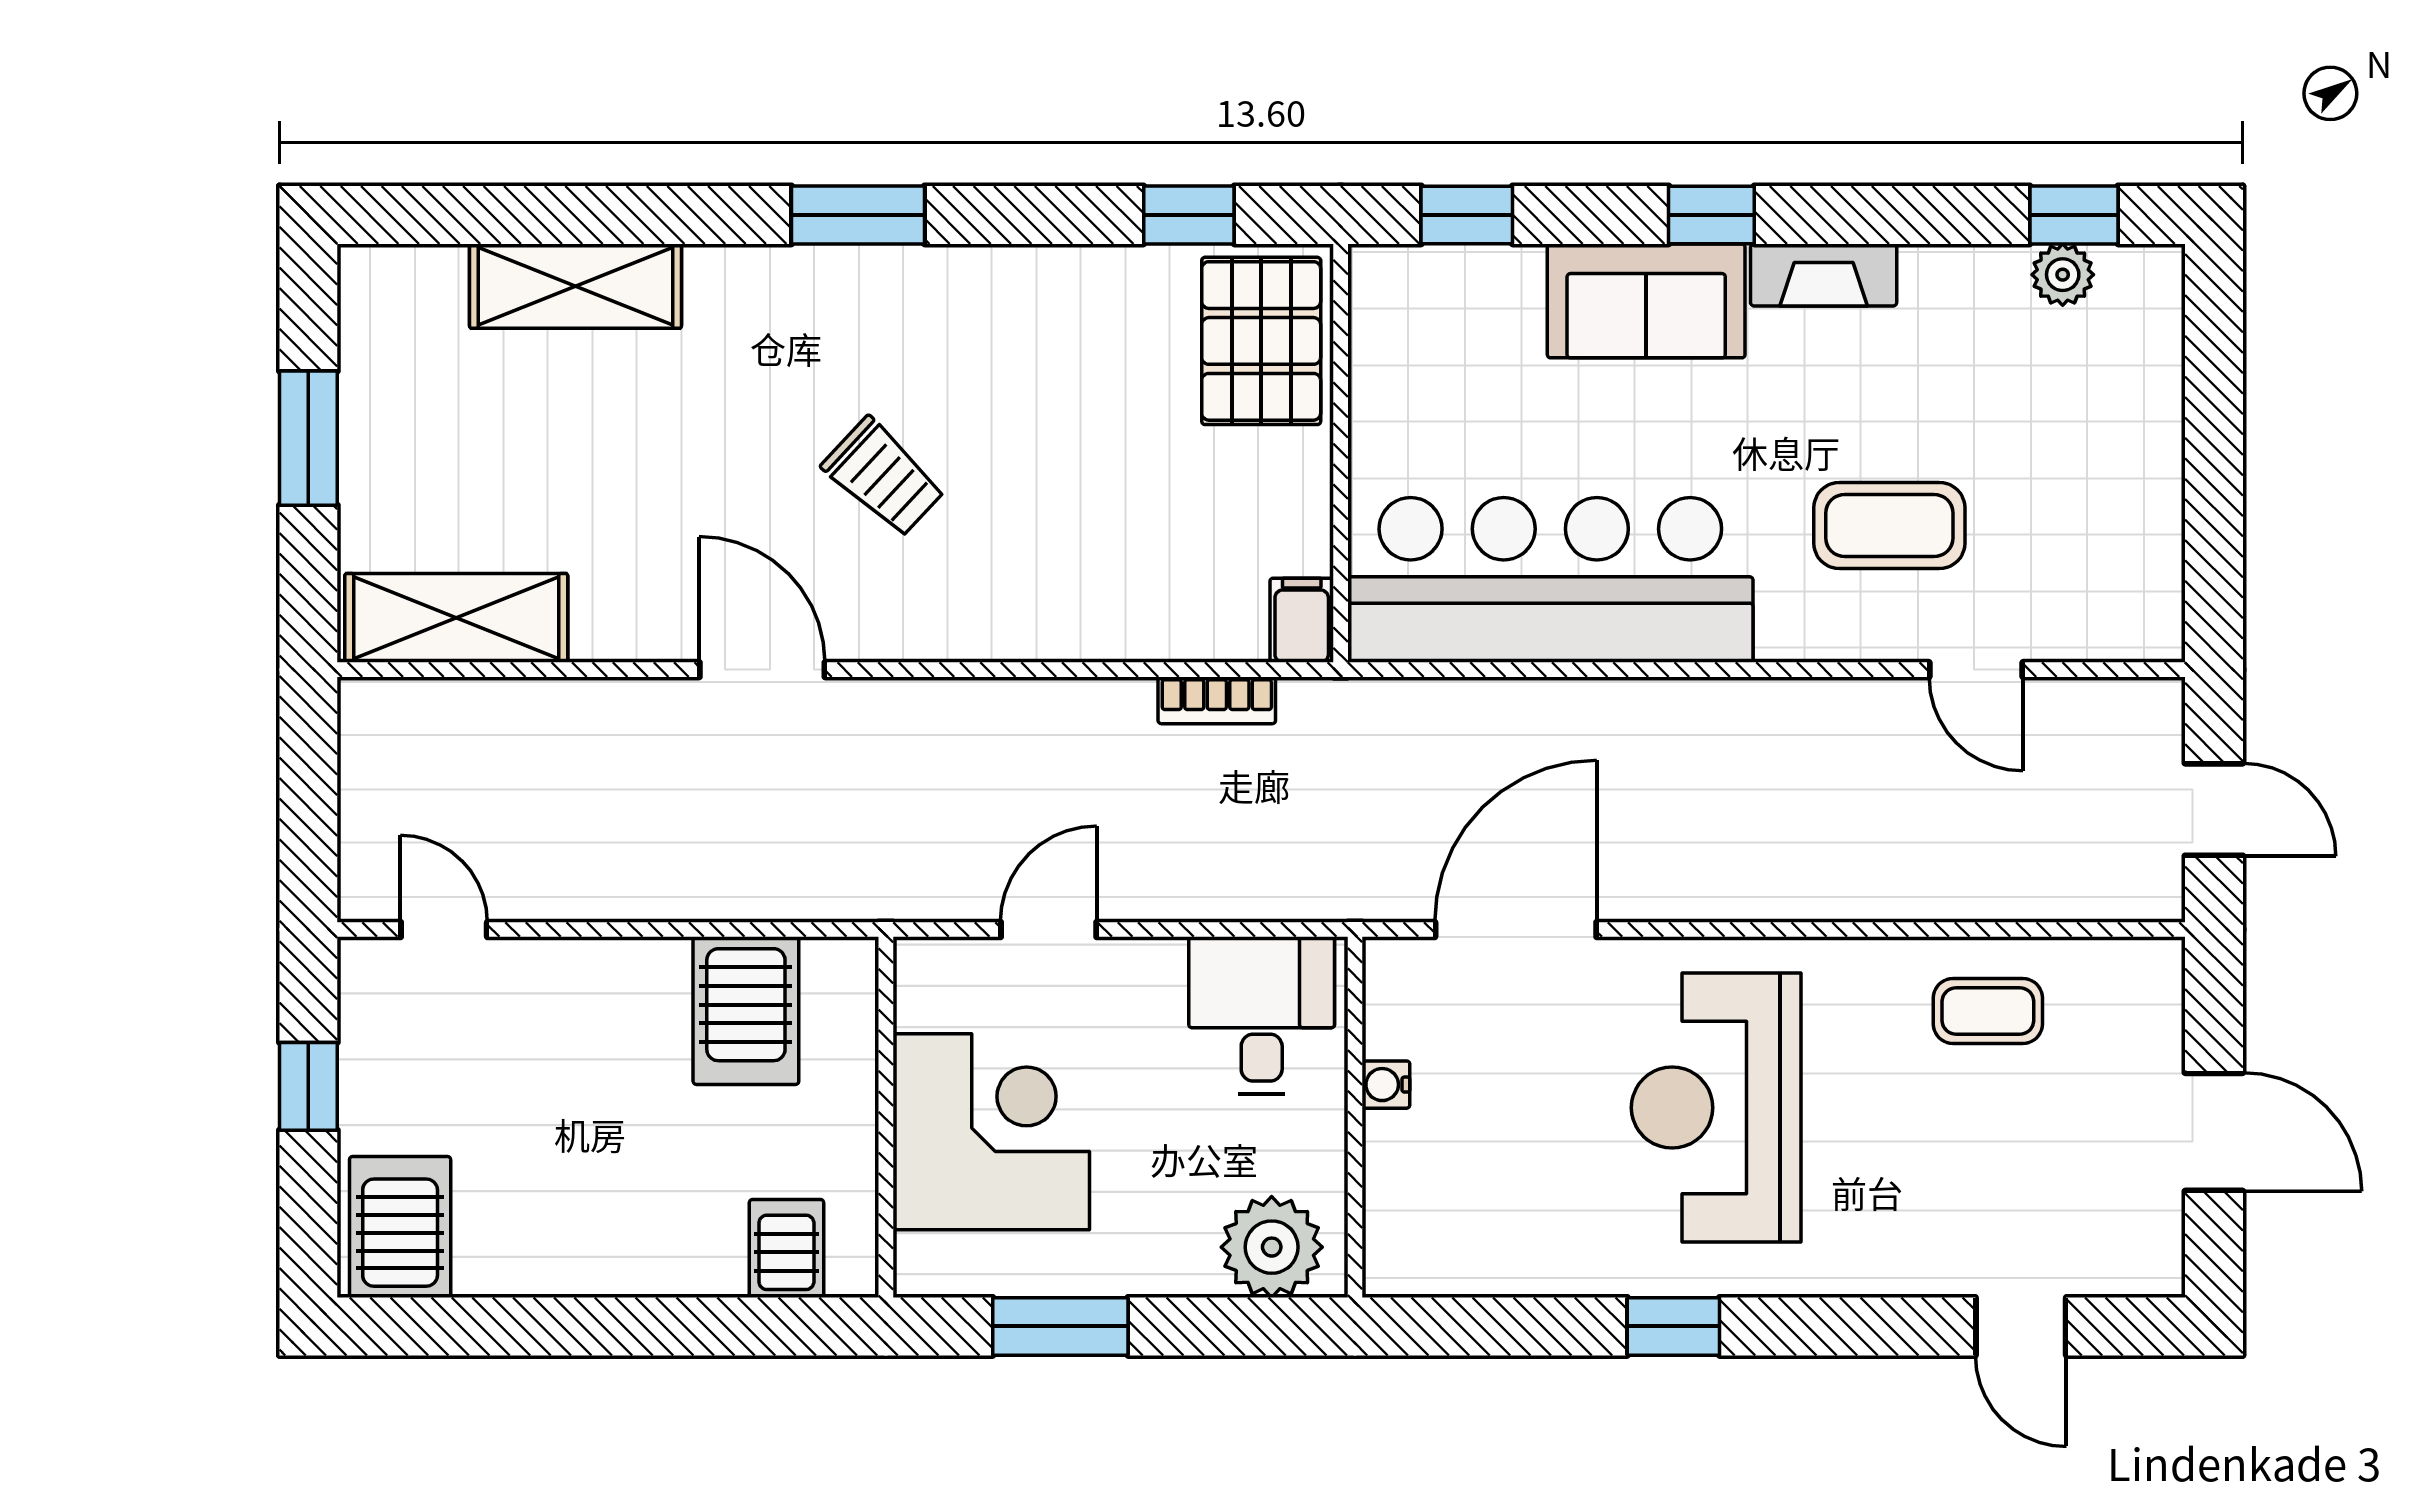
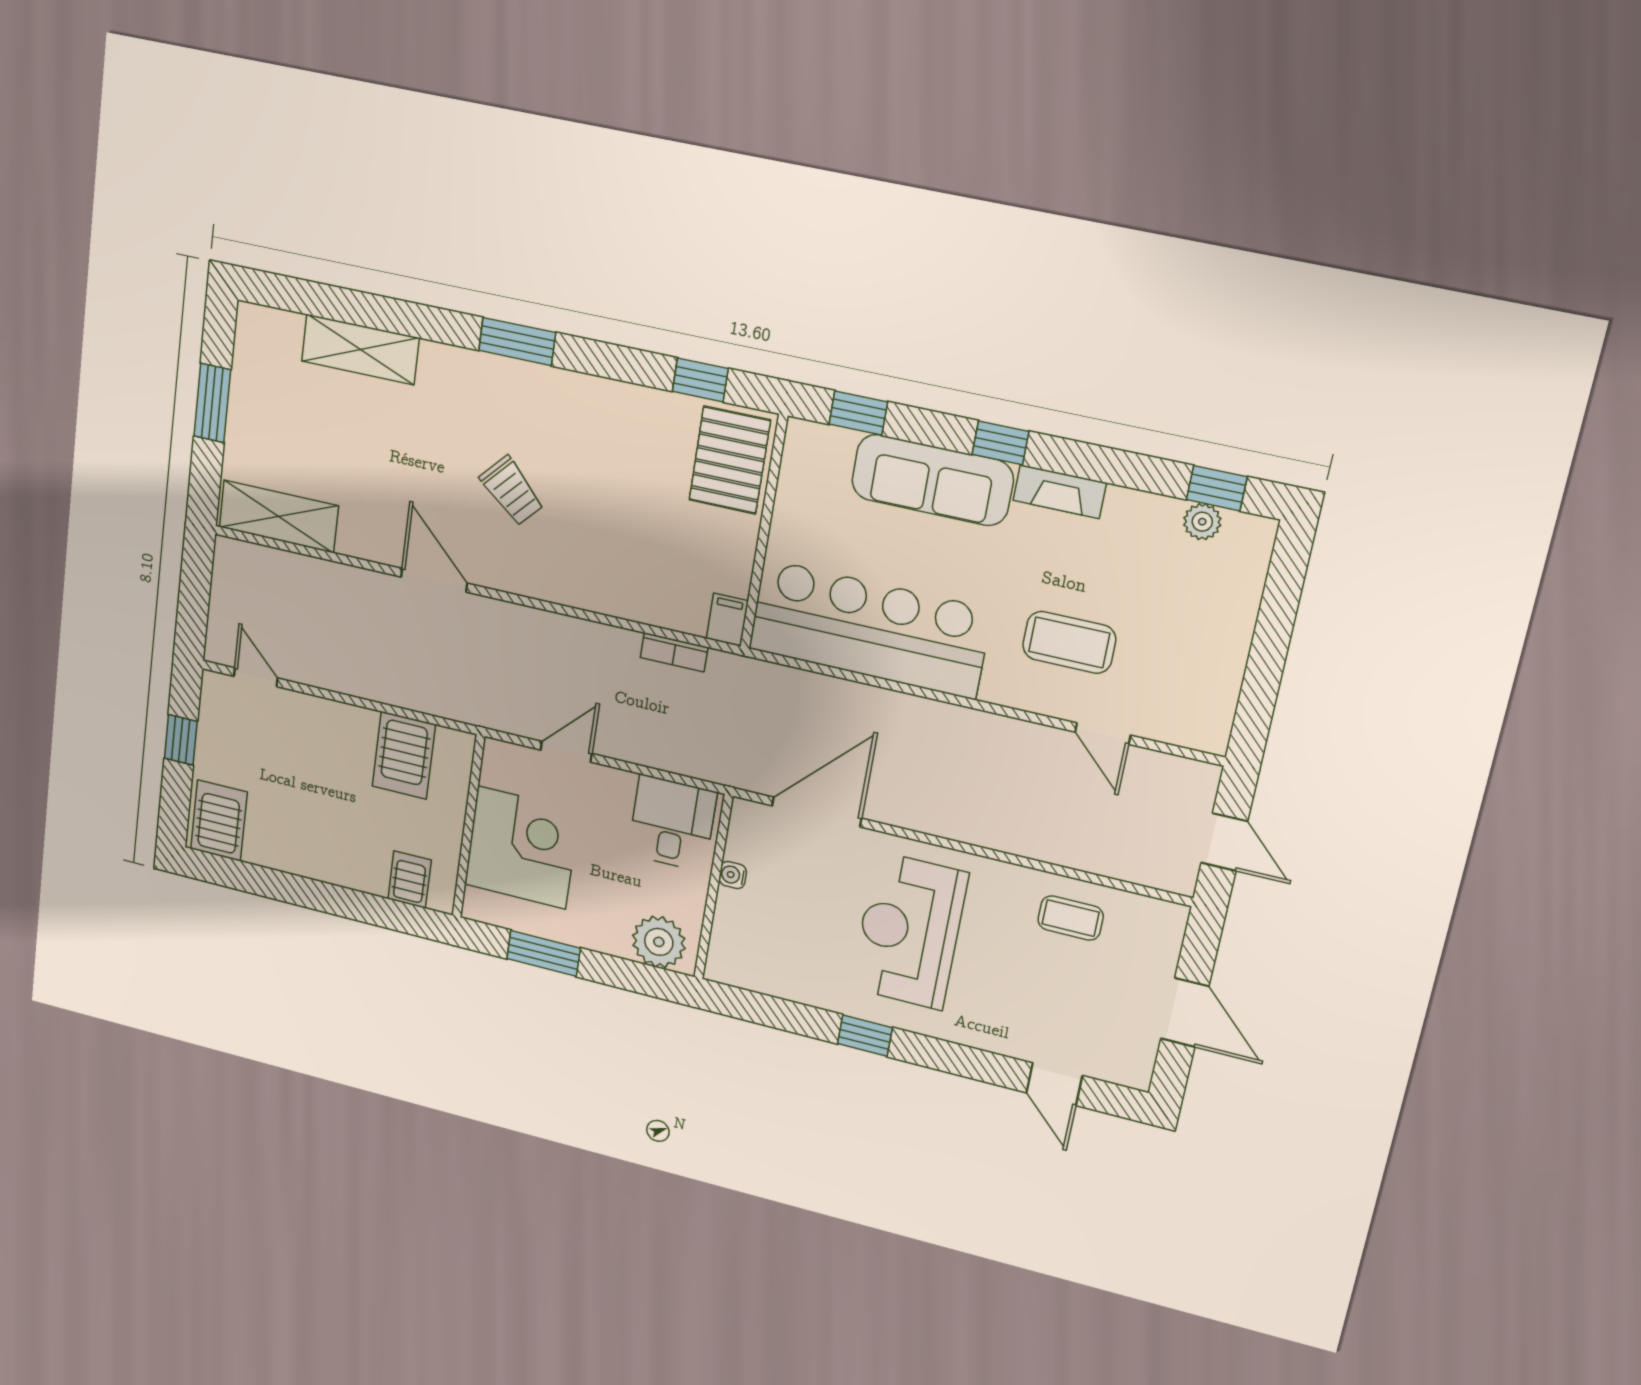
sofa: (1646, 301) -> (932, 480), width x1.36

